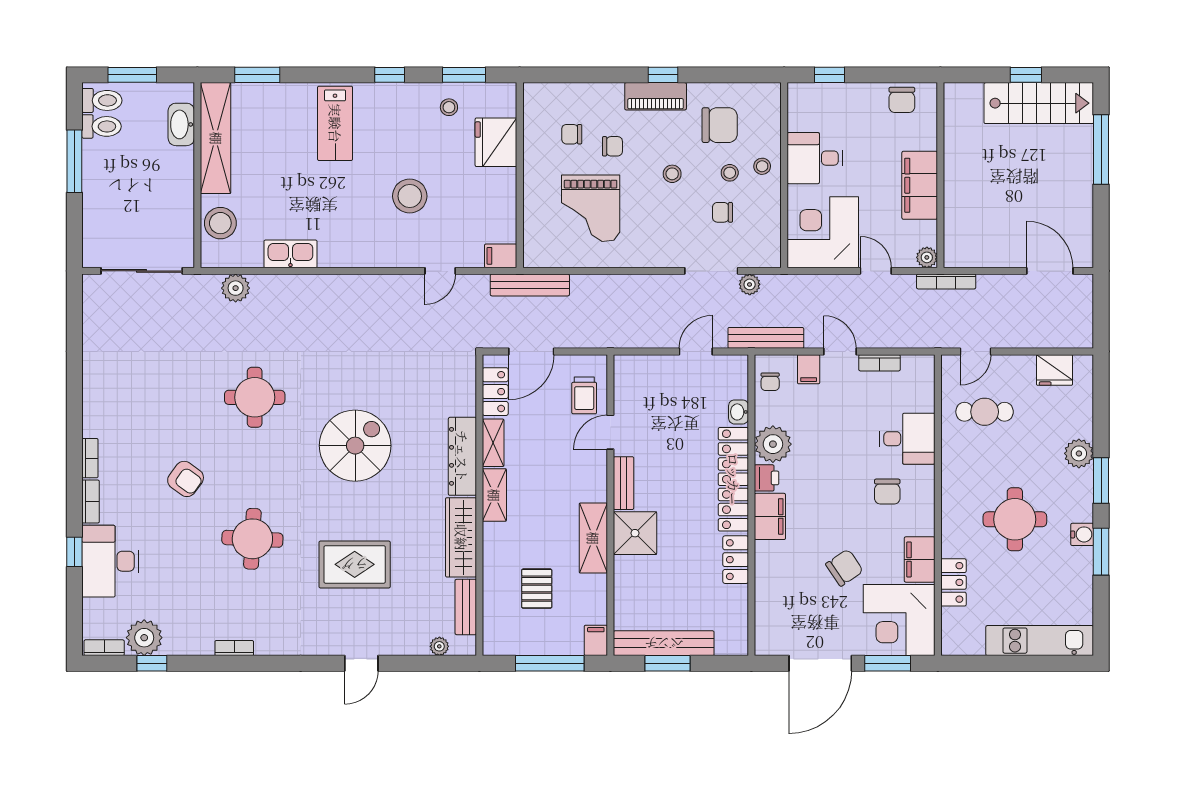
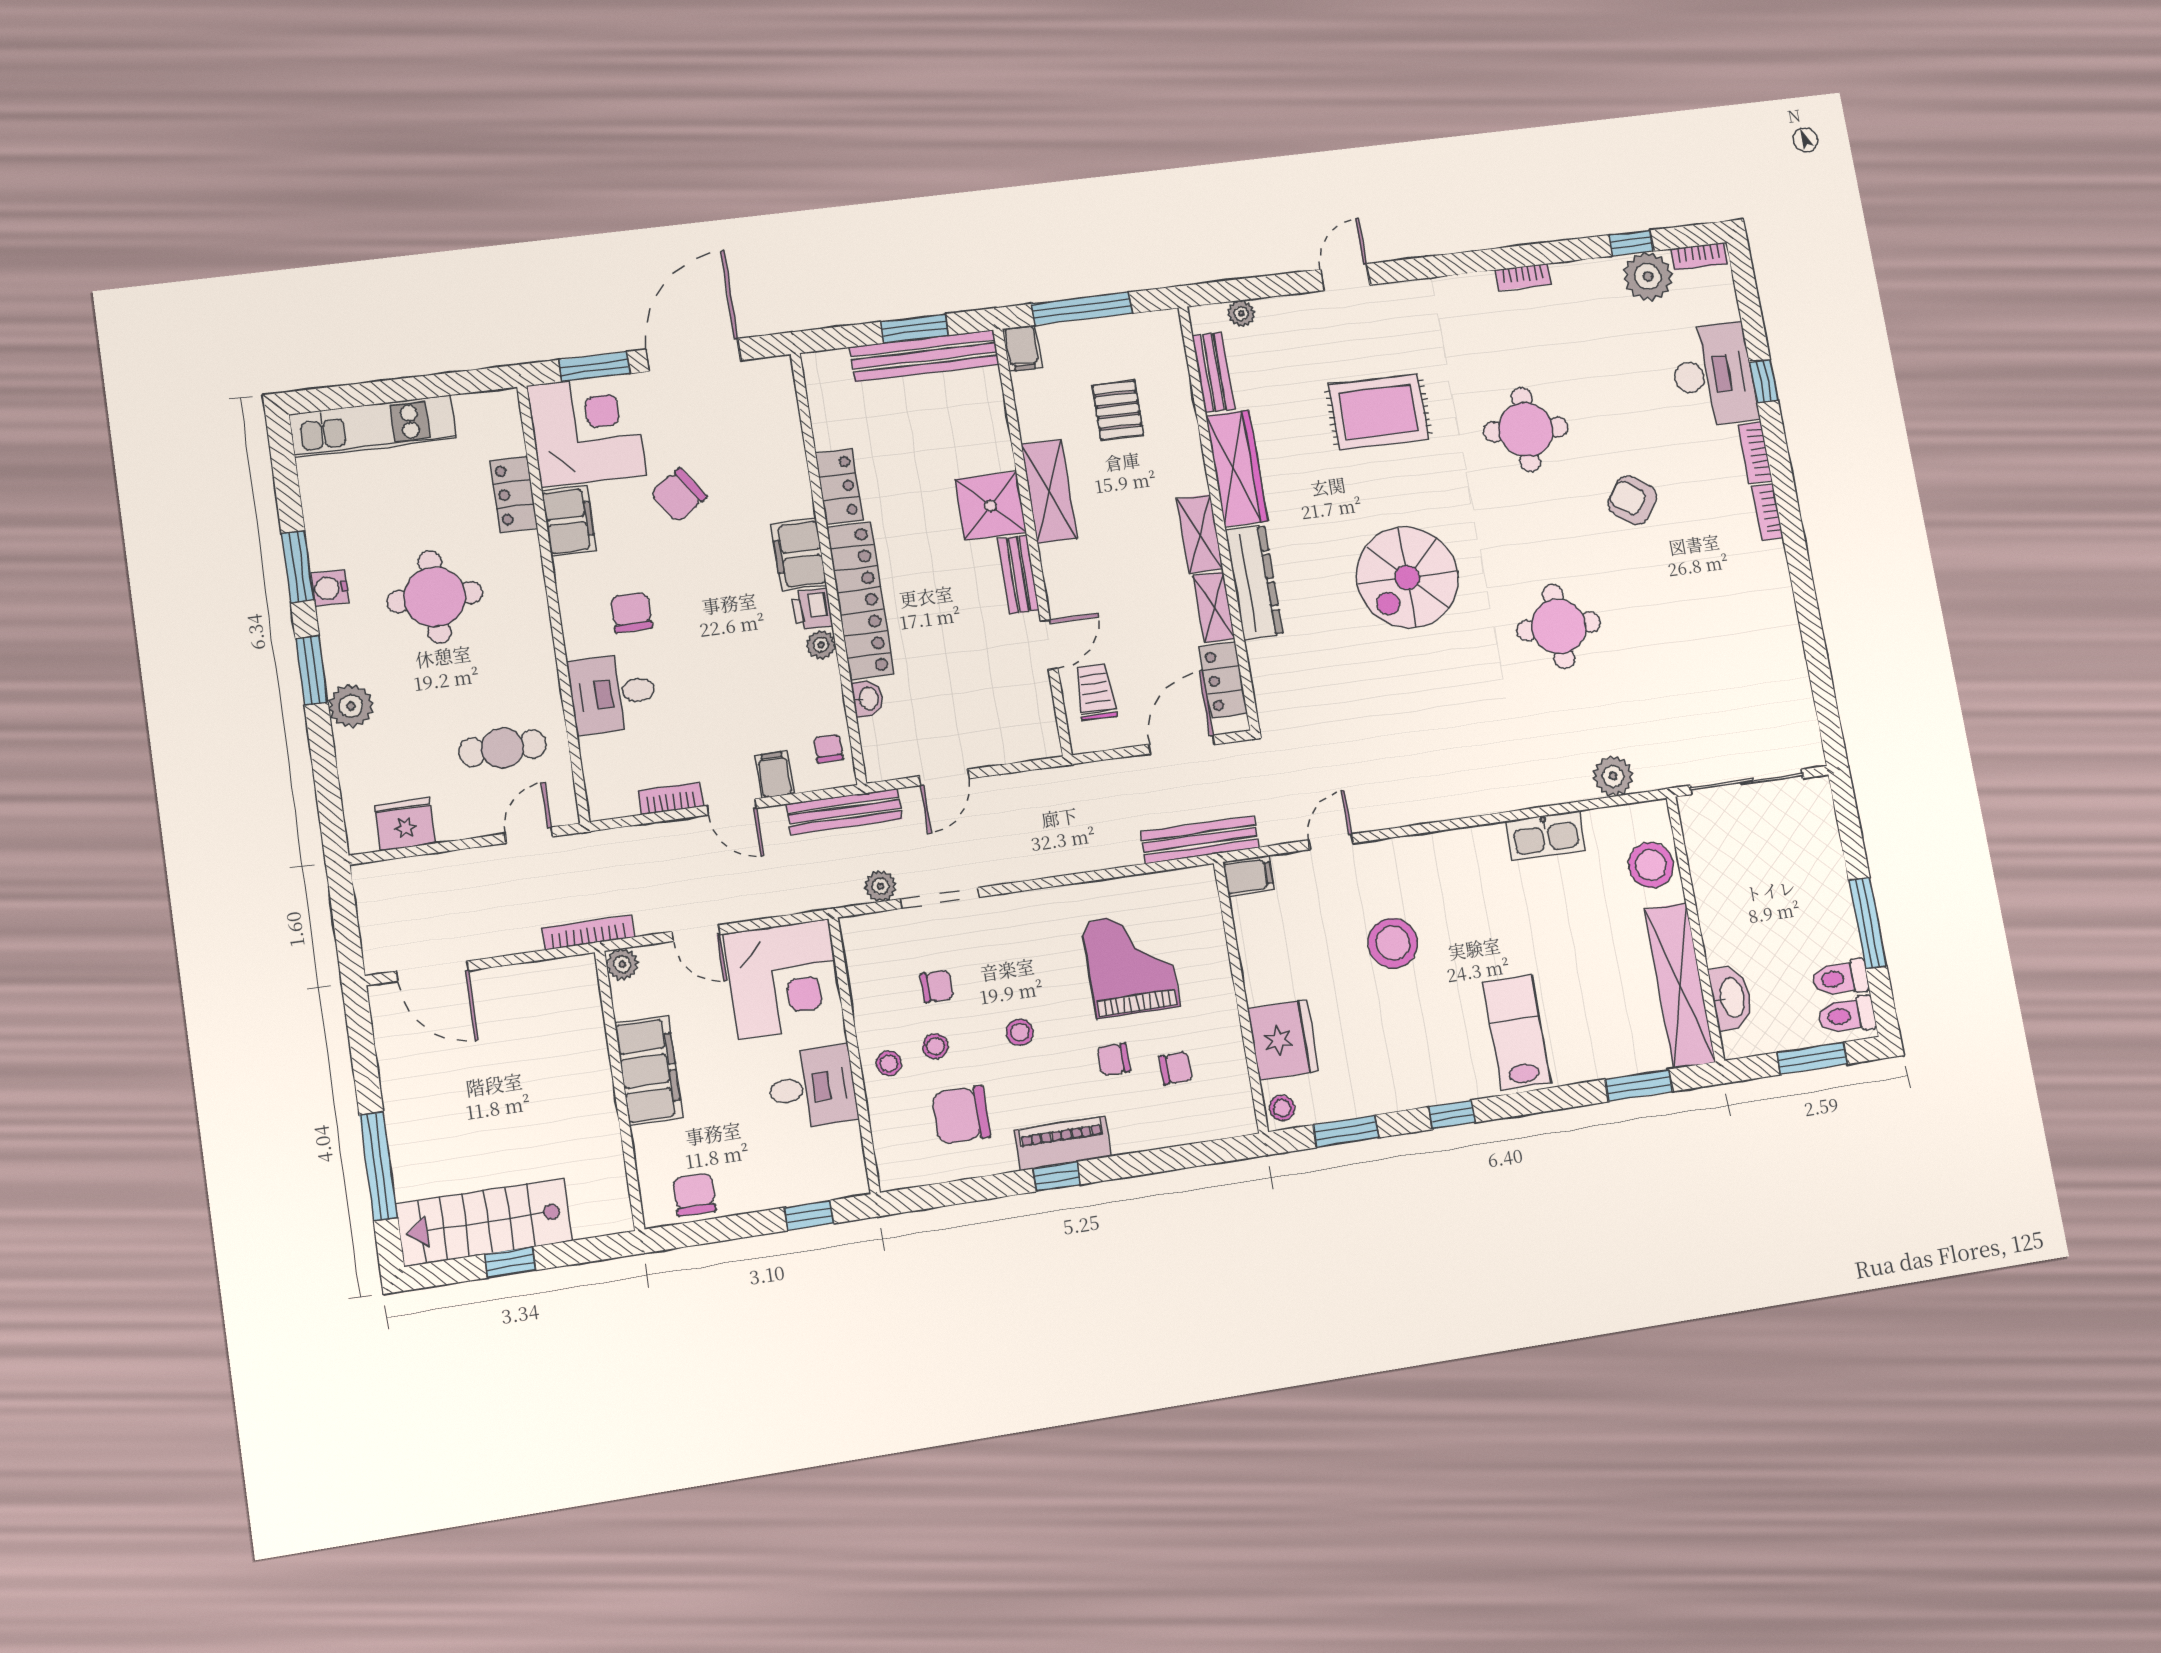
stool: (449, 107) -> (1282, 1108), moved
plant: (773, 444) -> (821, 645), width x0.53, depth x0.53

